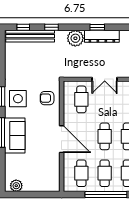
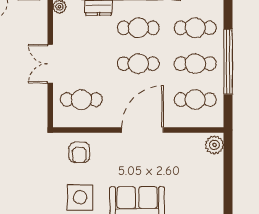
double door: (105, 79) -> (50, 64), swing flipped
plant: (16, 186) -> (214, 145), moved

